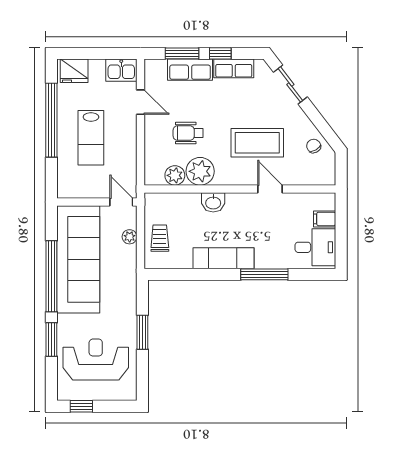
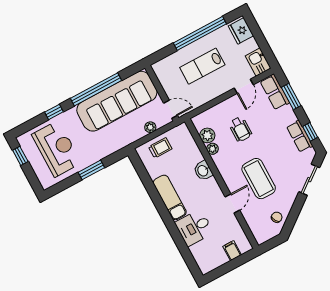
window: (220, 53) -> (310, 132), moved
row of seats: (190, 70) -> (275, 92), moved
wheelchair: (188, 133) -> (240, 129), turned 180
plant: (200, 171) -> (212, 149), width x0.53, depth x0.53
door: (121, 202) -> (170, 109), hinge flipped
desk: (315, 247) -> (194, 228), moved, turned 90
window: (264, 274) -> (174, 230), removed
window: (51, 339) -> (54, 112), width x0.67

